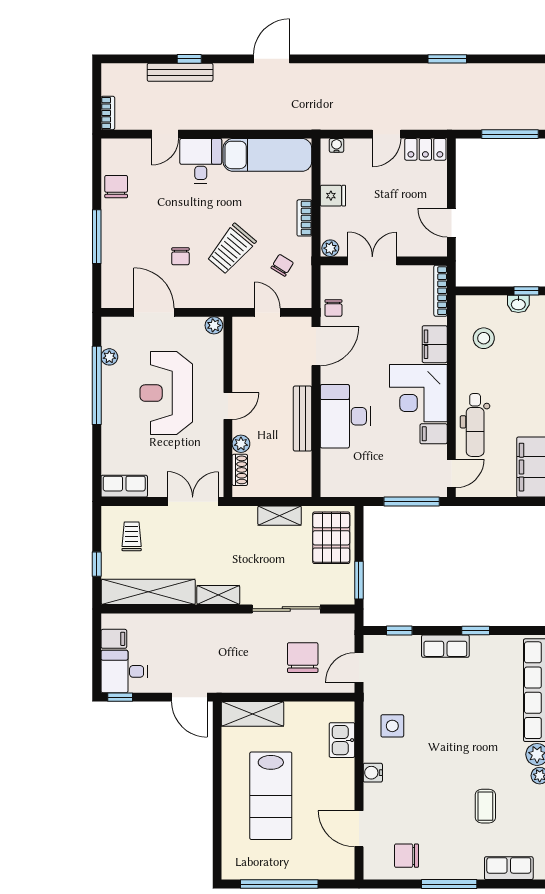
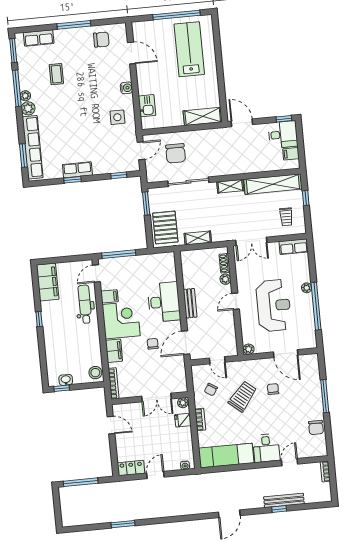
fridge: (333, 196) -> (183, 420), moved
chair: (333, 308) -> (153, 344), moved
stool: (484, 338) -> (95, 373), moved
plant: (109, 357) -> (307, 288), moved
bench: (303, 419) -> (190, 303), width x0.73
row of seats: (445, 646) -> (77, 170), moved
lab bench: (271, 796) -> (189, 49), moved

